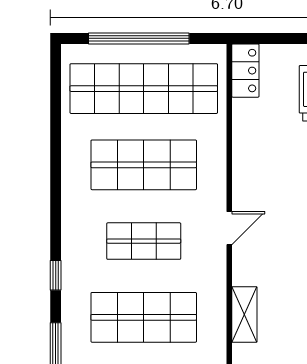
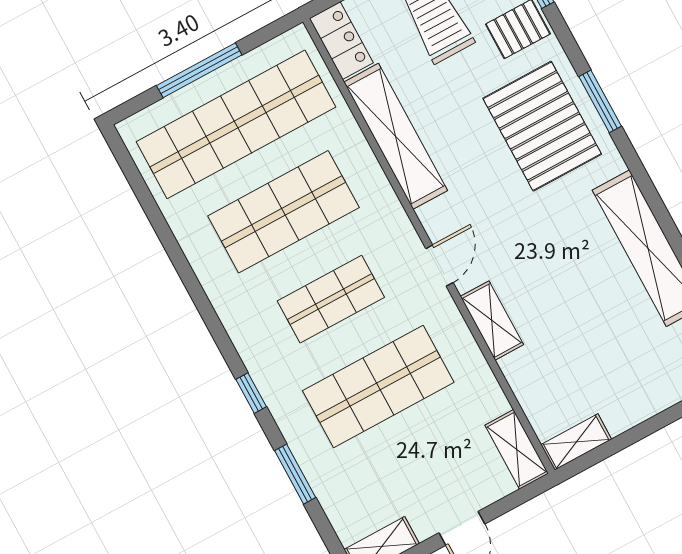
window: (139, 38) -> (199, 70), width x0.68
shelving: (247, 155) -> (396, 136), added
door: (229, 228) -> (439, 266), moved

